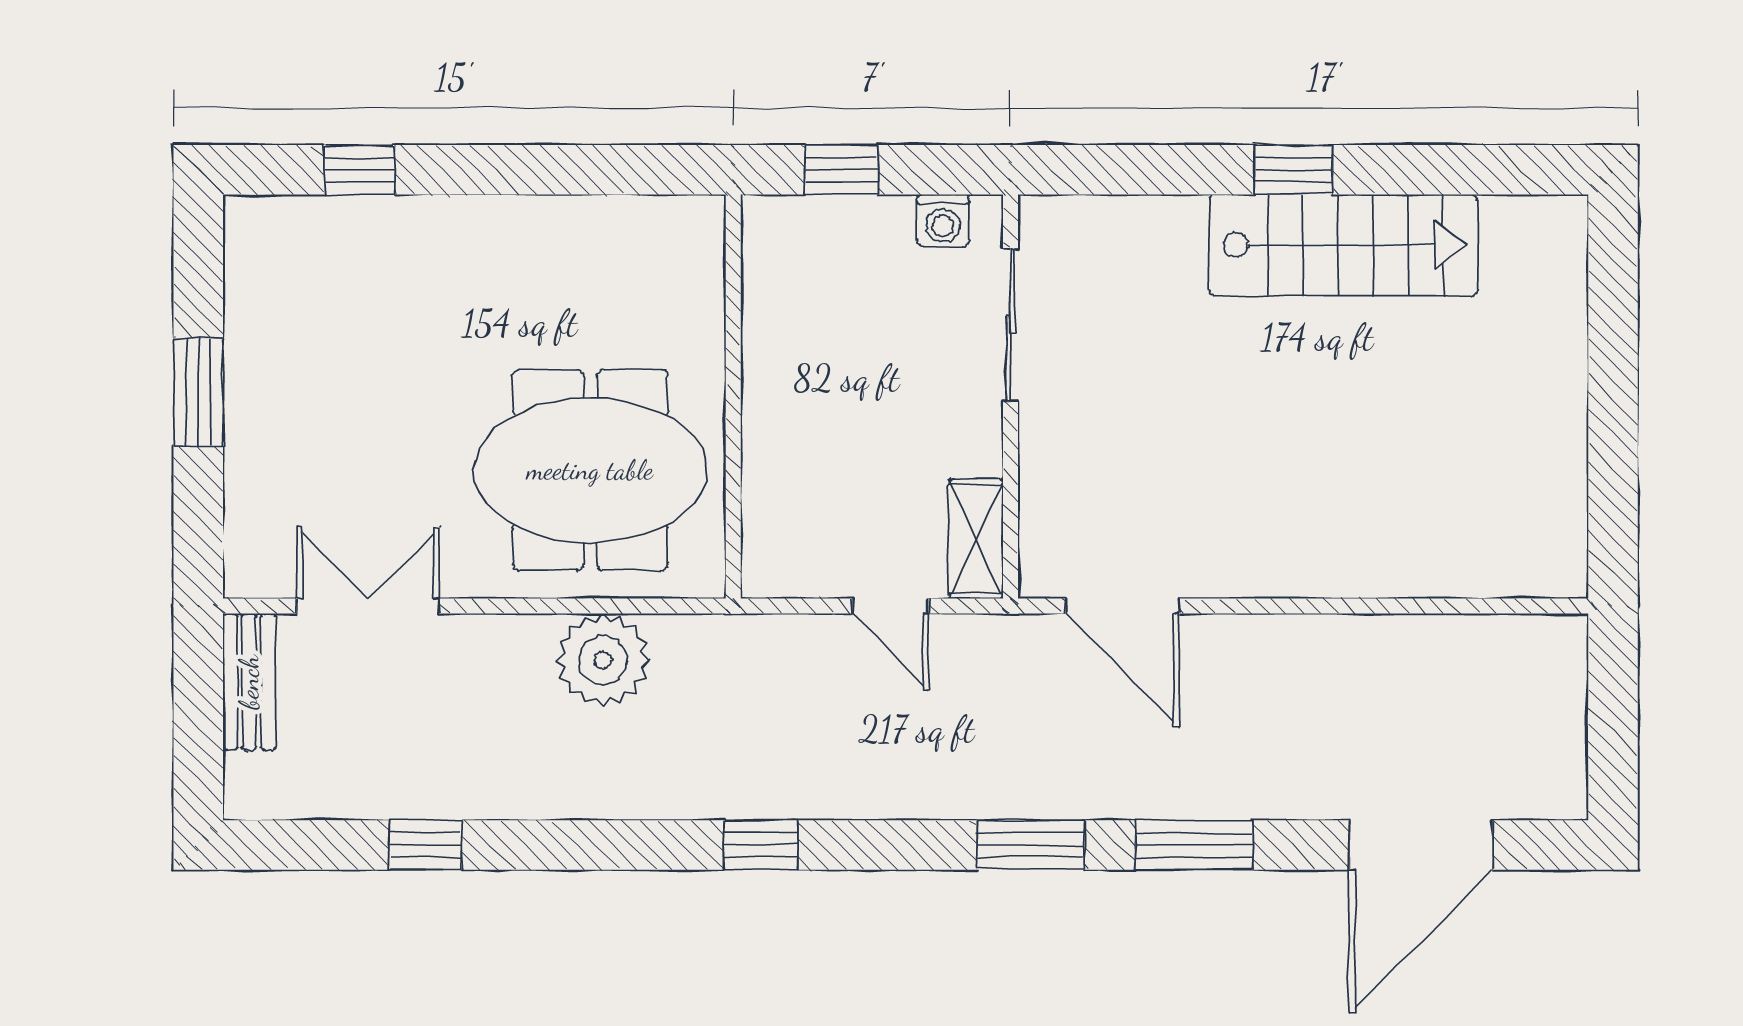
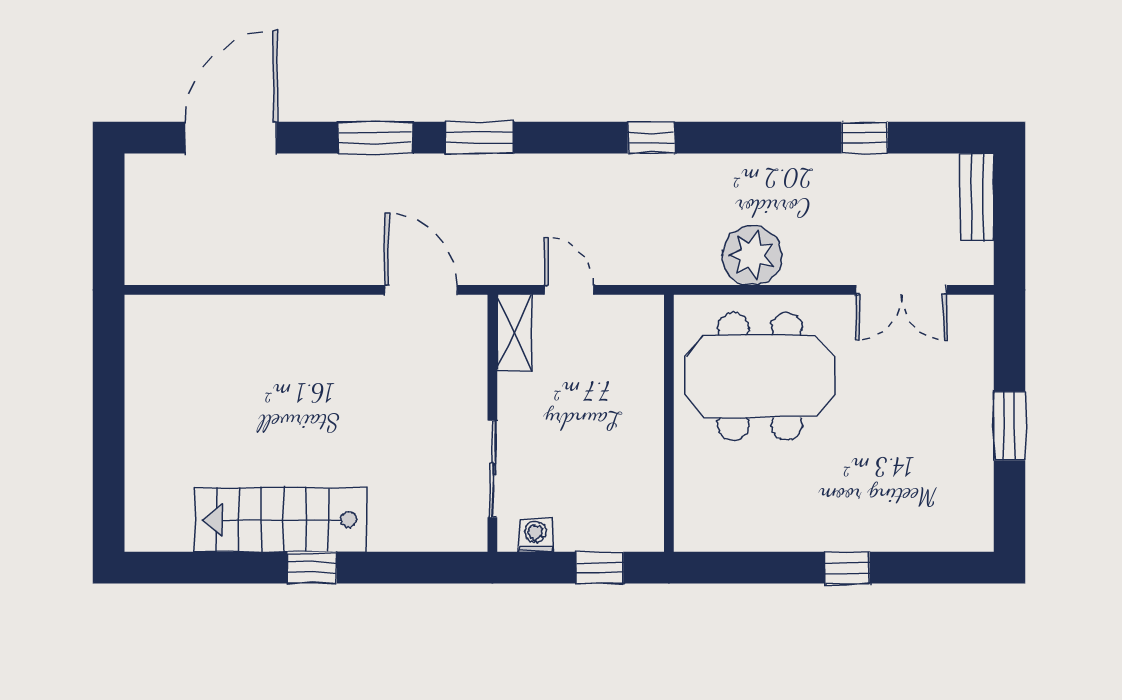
window: (359, 170) -> (847, 568), moved
bench: (249, 682) -> (977, 197), moved

